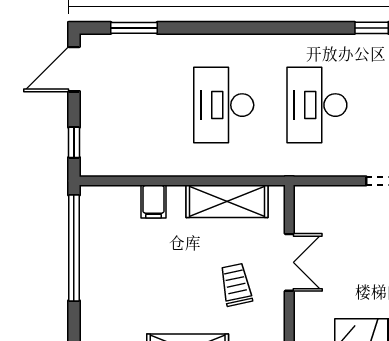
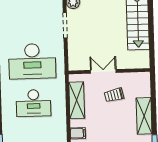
desk: (317, 105) -> (32, 61), width x1.36, depth x1.30

